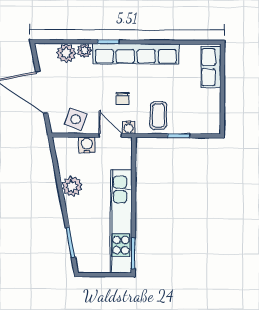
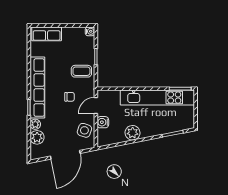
water cooler: (129, 127) -> (90, 31), moved

